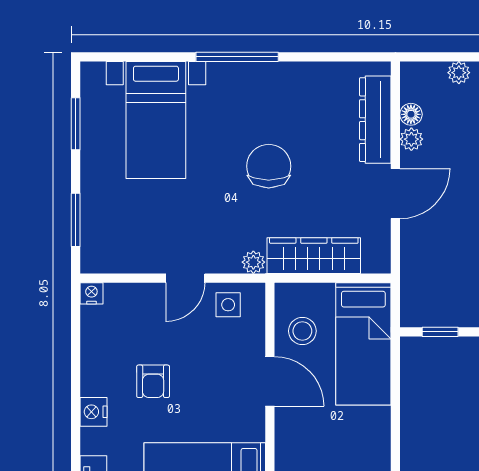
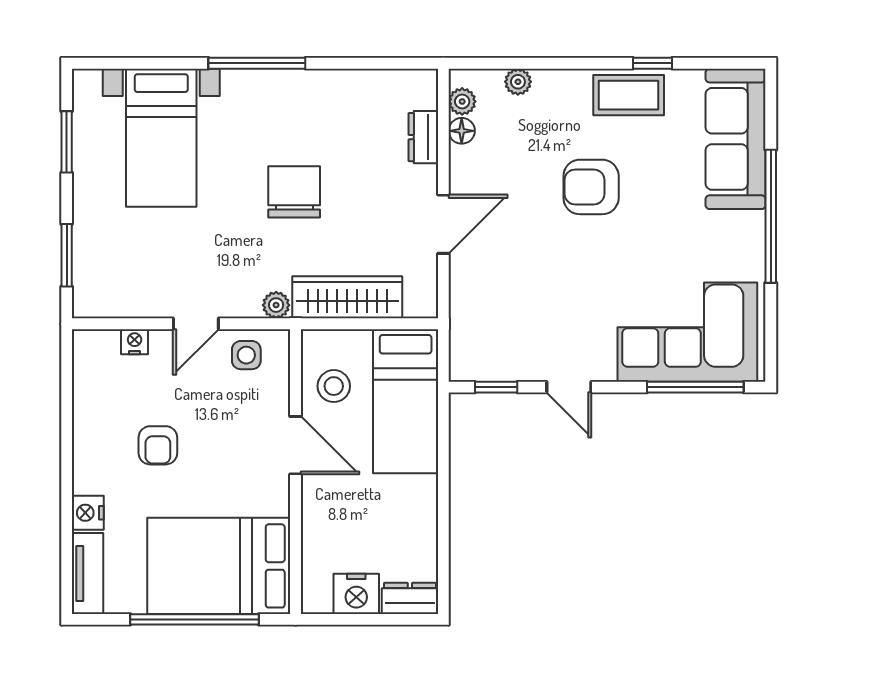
dresser: (375, 120) -> (423, 137), width x0.51, depth x0.80
plant: (411, 139) -> (462, 101), moved
nightstand: (91, 293) -> (135, 342), moved
nightstand: (94, 412) -> (88, 513), moved

